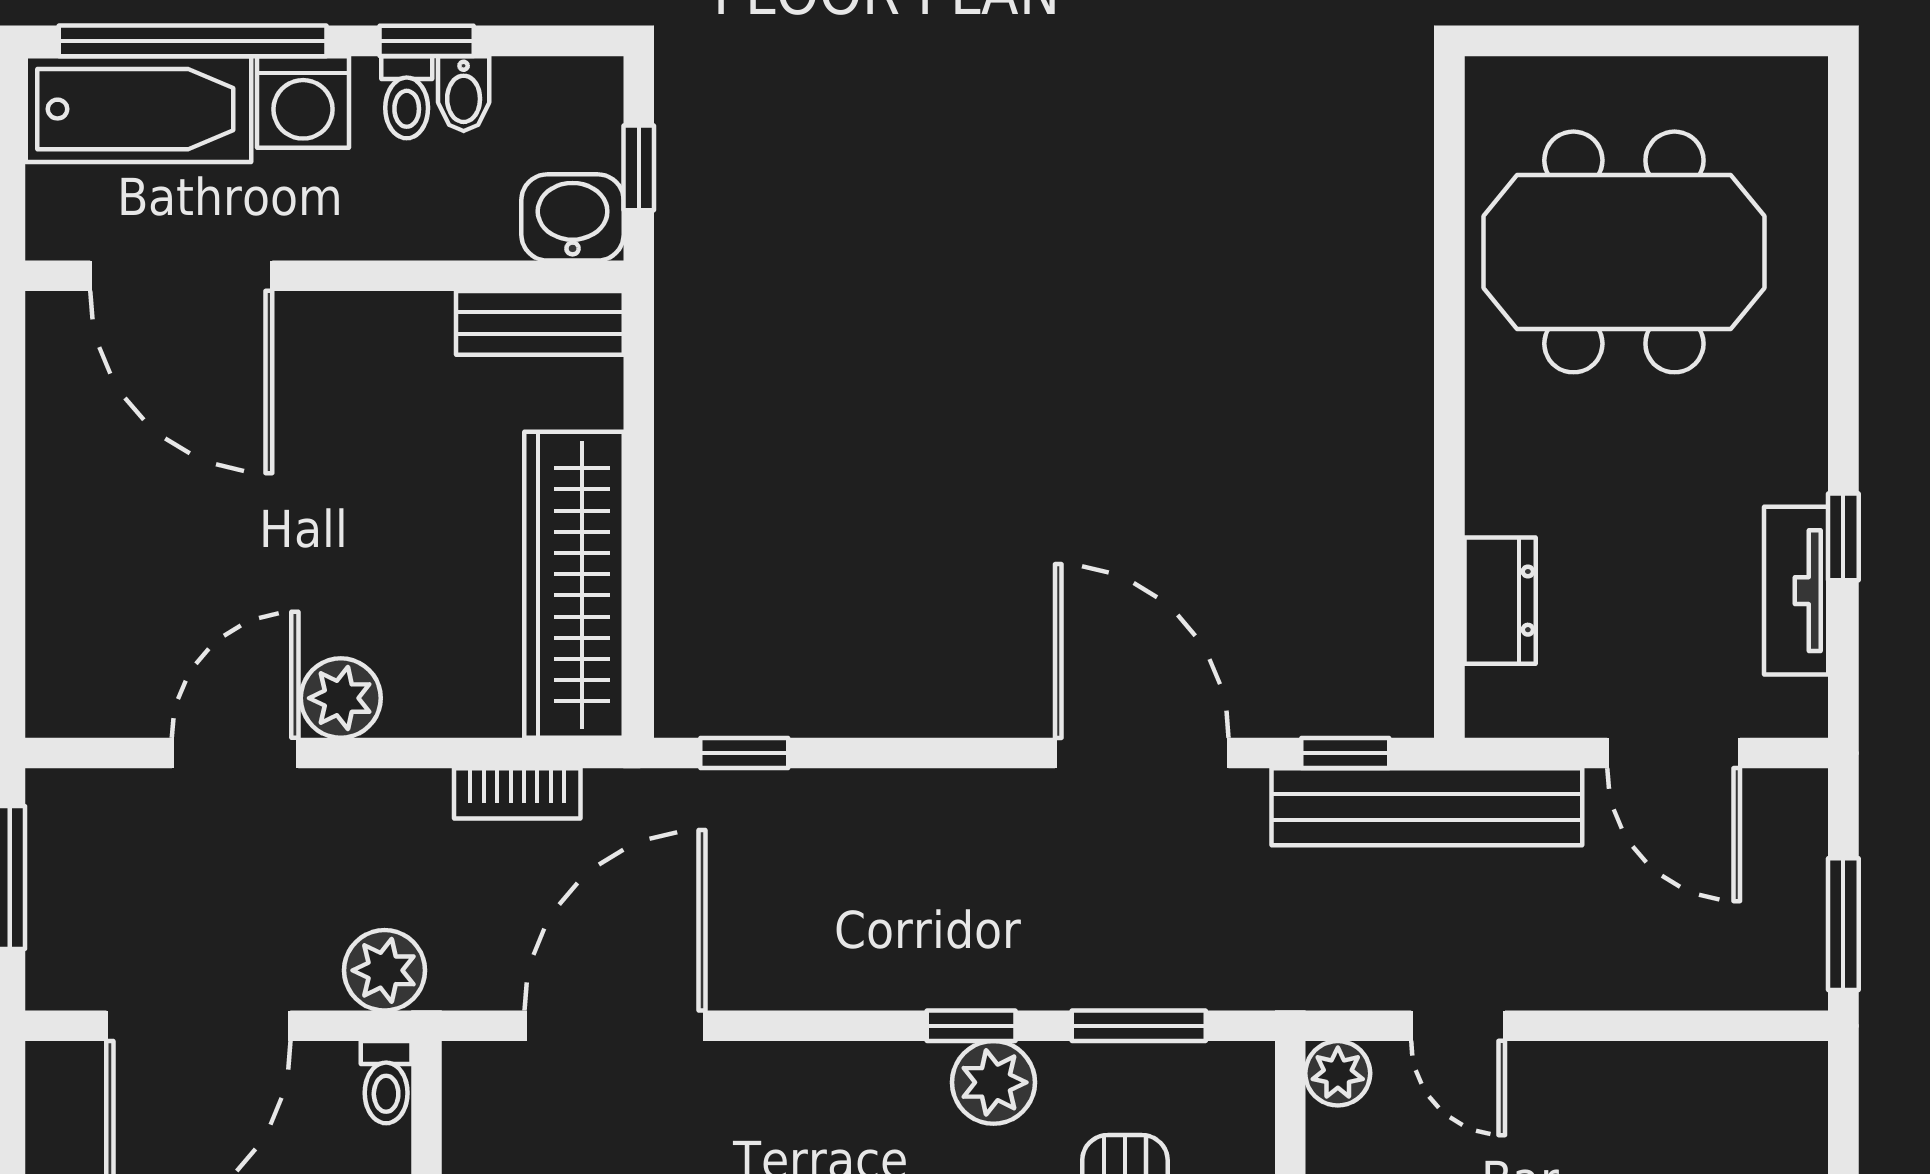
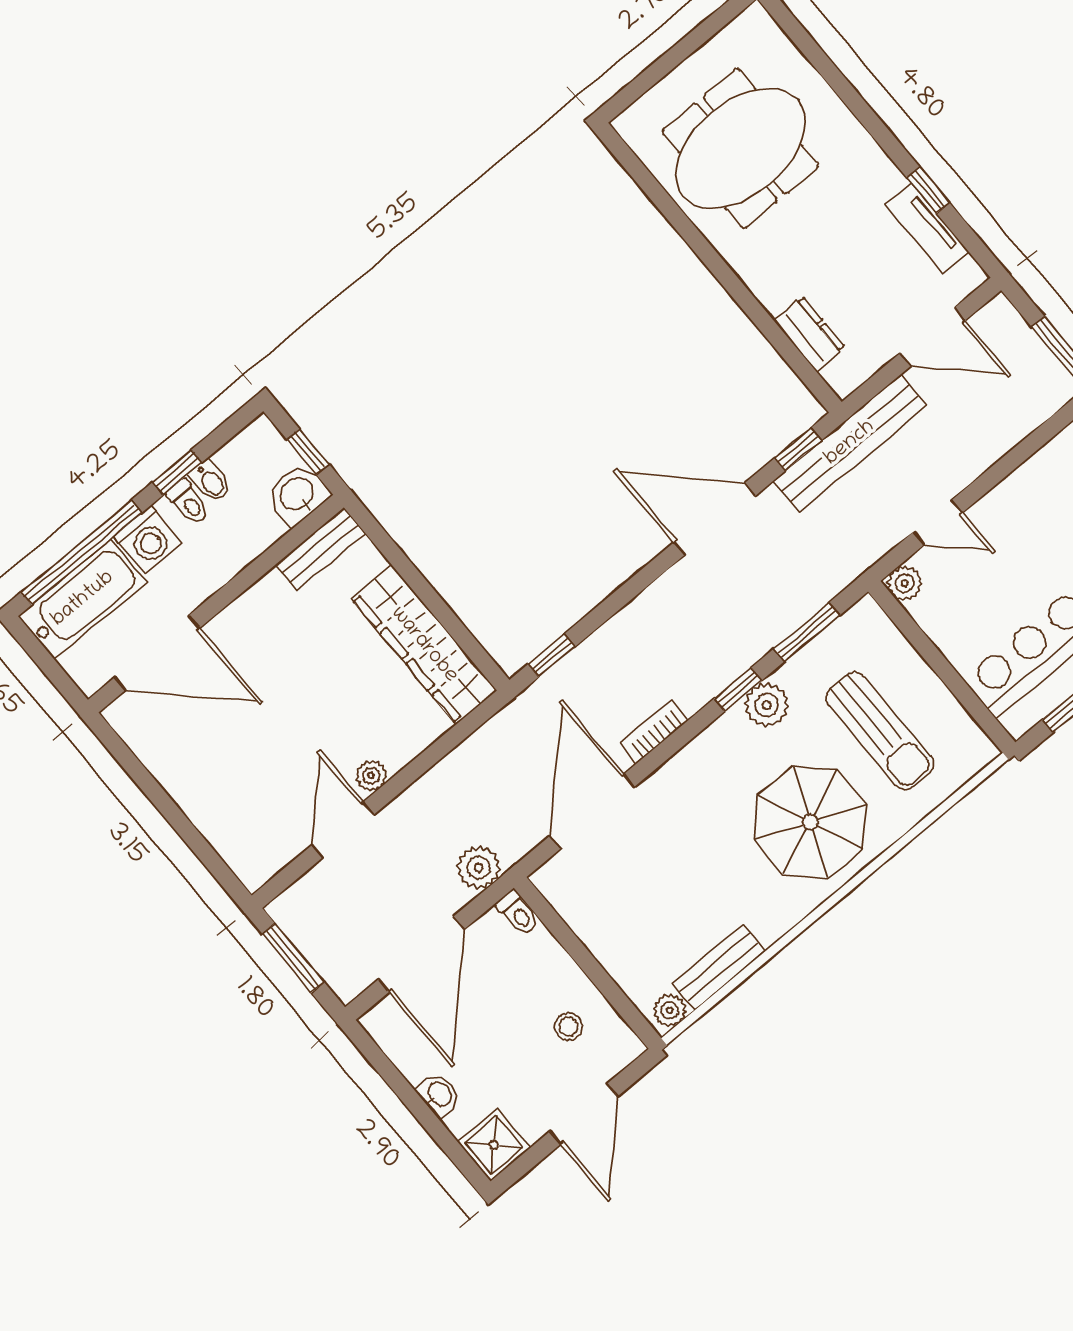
plant: (341, 698) -> (371, 776), width x0.73, depth x0.73
bookcase: (517, 793) -> (654, 732), moved, turned 180

